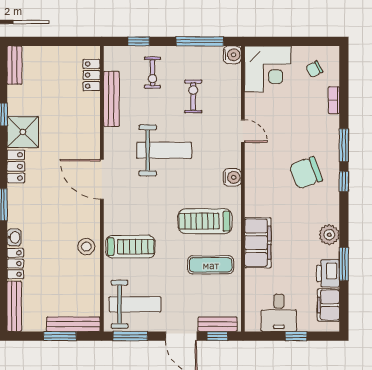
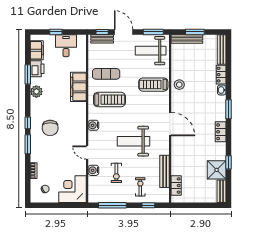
water cooler: (232, 55) -> (93, 170), moved
shower: (23, 132) -> (217, 170), moved
chair: (306, 173) -> (50, 128), turned 110

